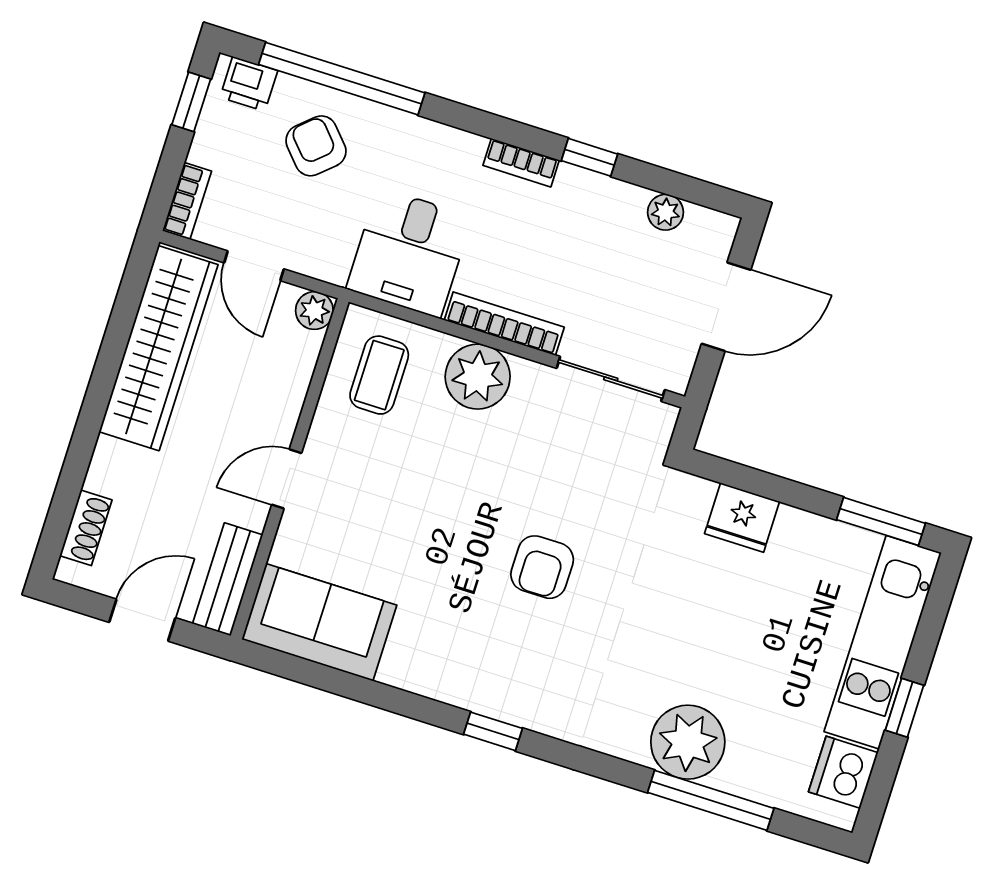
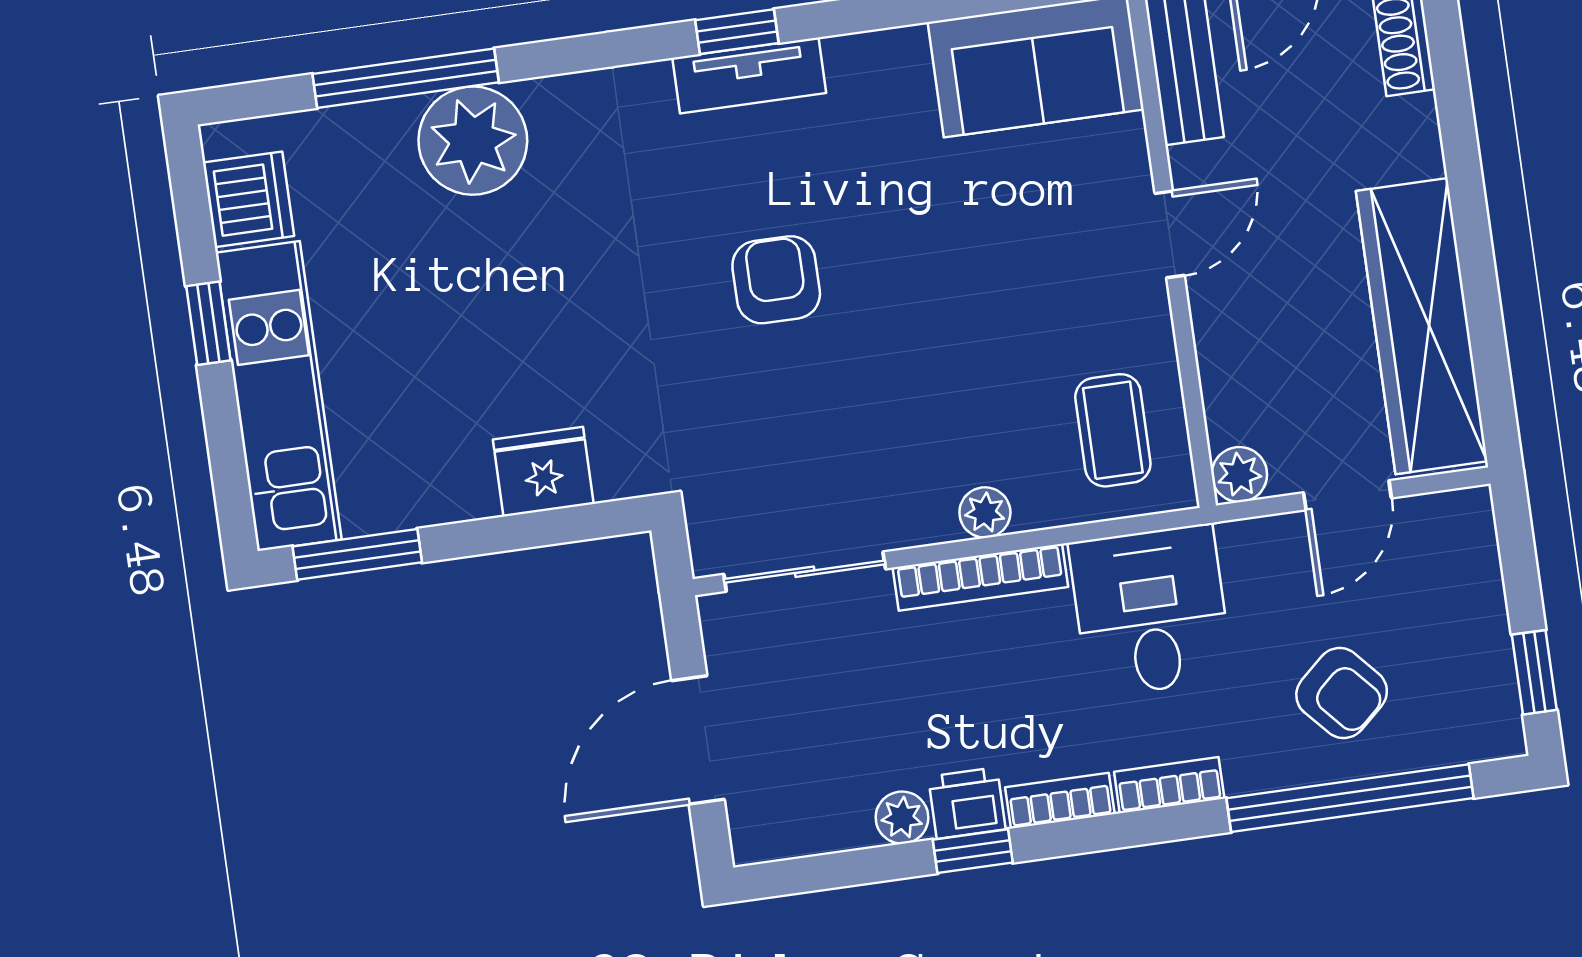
printer: (249, 84) -> (967, 803), moved
bookcase: (187, 201) -> (1169, 785), moved, turned 90
plant: (666, 212) -> (902, 818), moved
door: (254, 266) -> (1347, 495), swing flipped
plant: (478, 377) -> (985, 512), width x0.53, depth x0.53
tv unit: (498, 701) -> (749, 75), added

